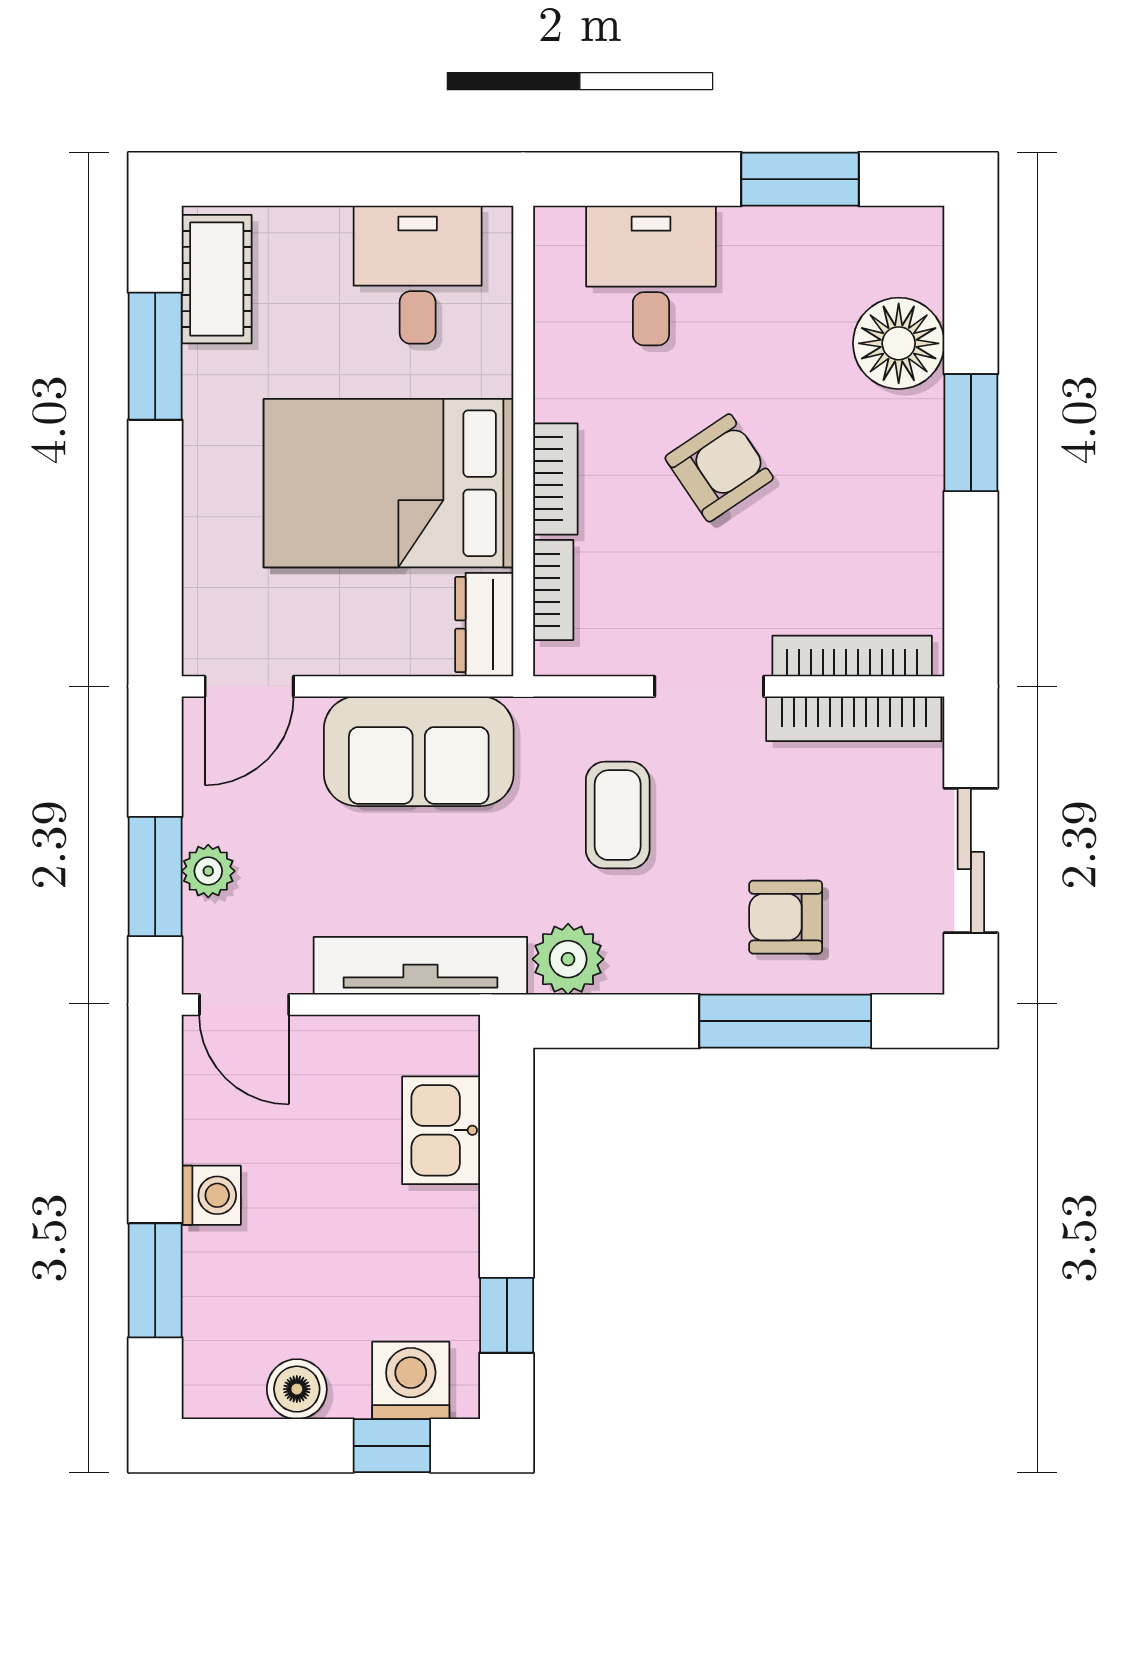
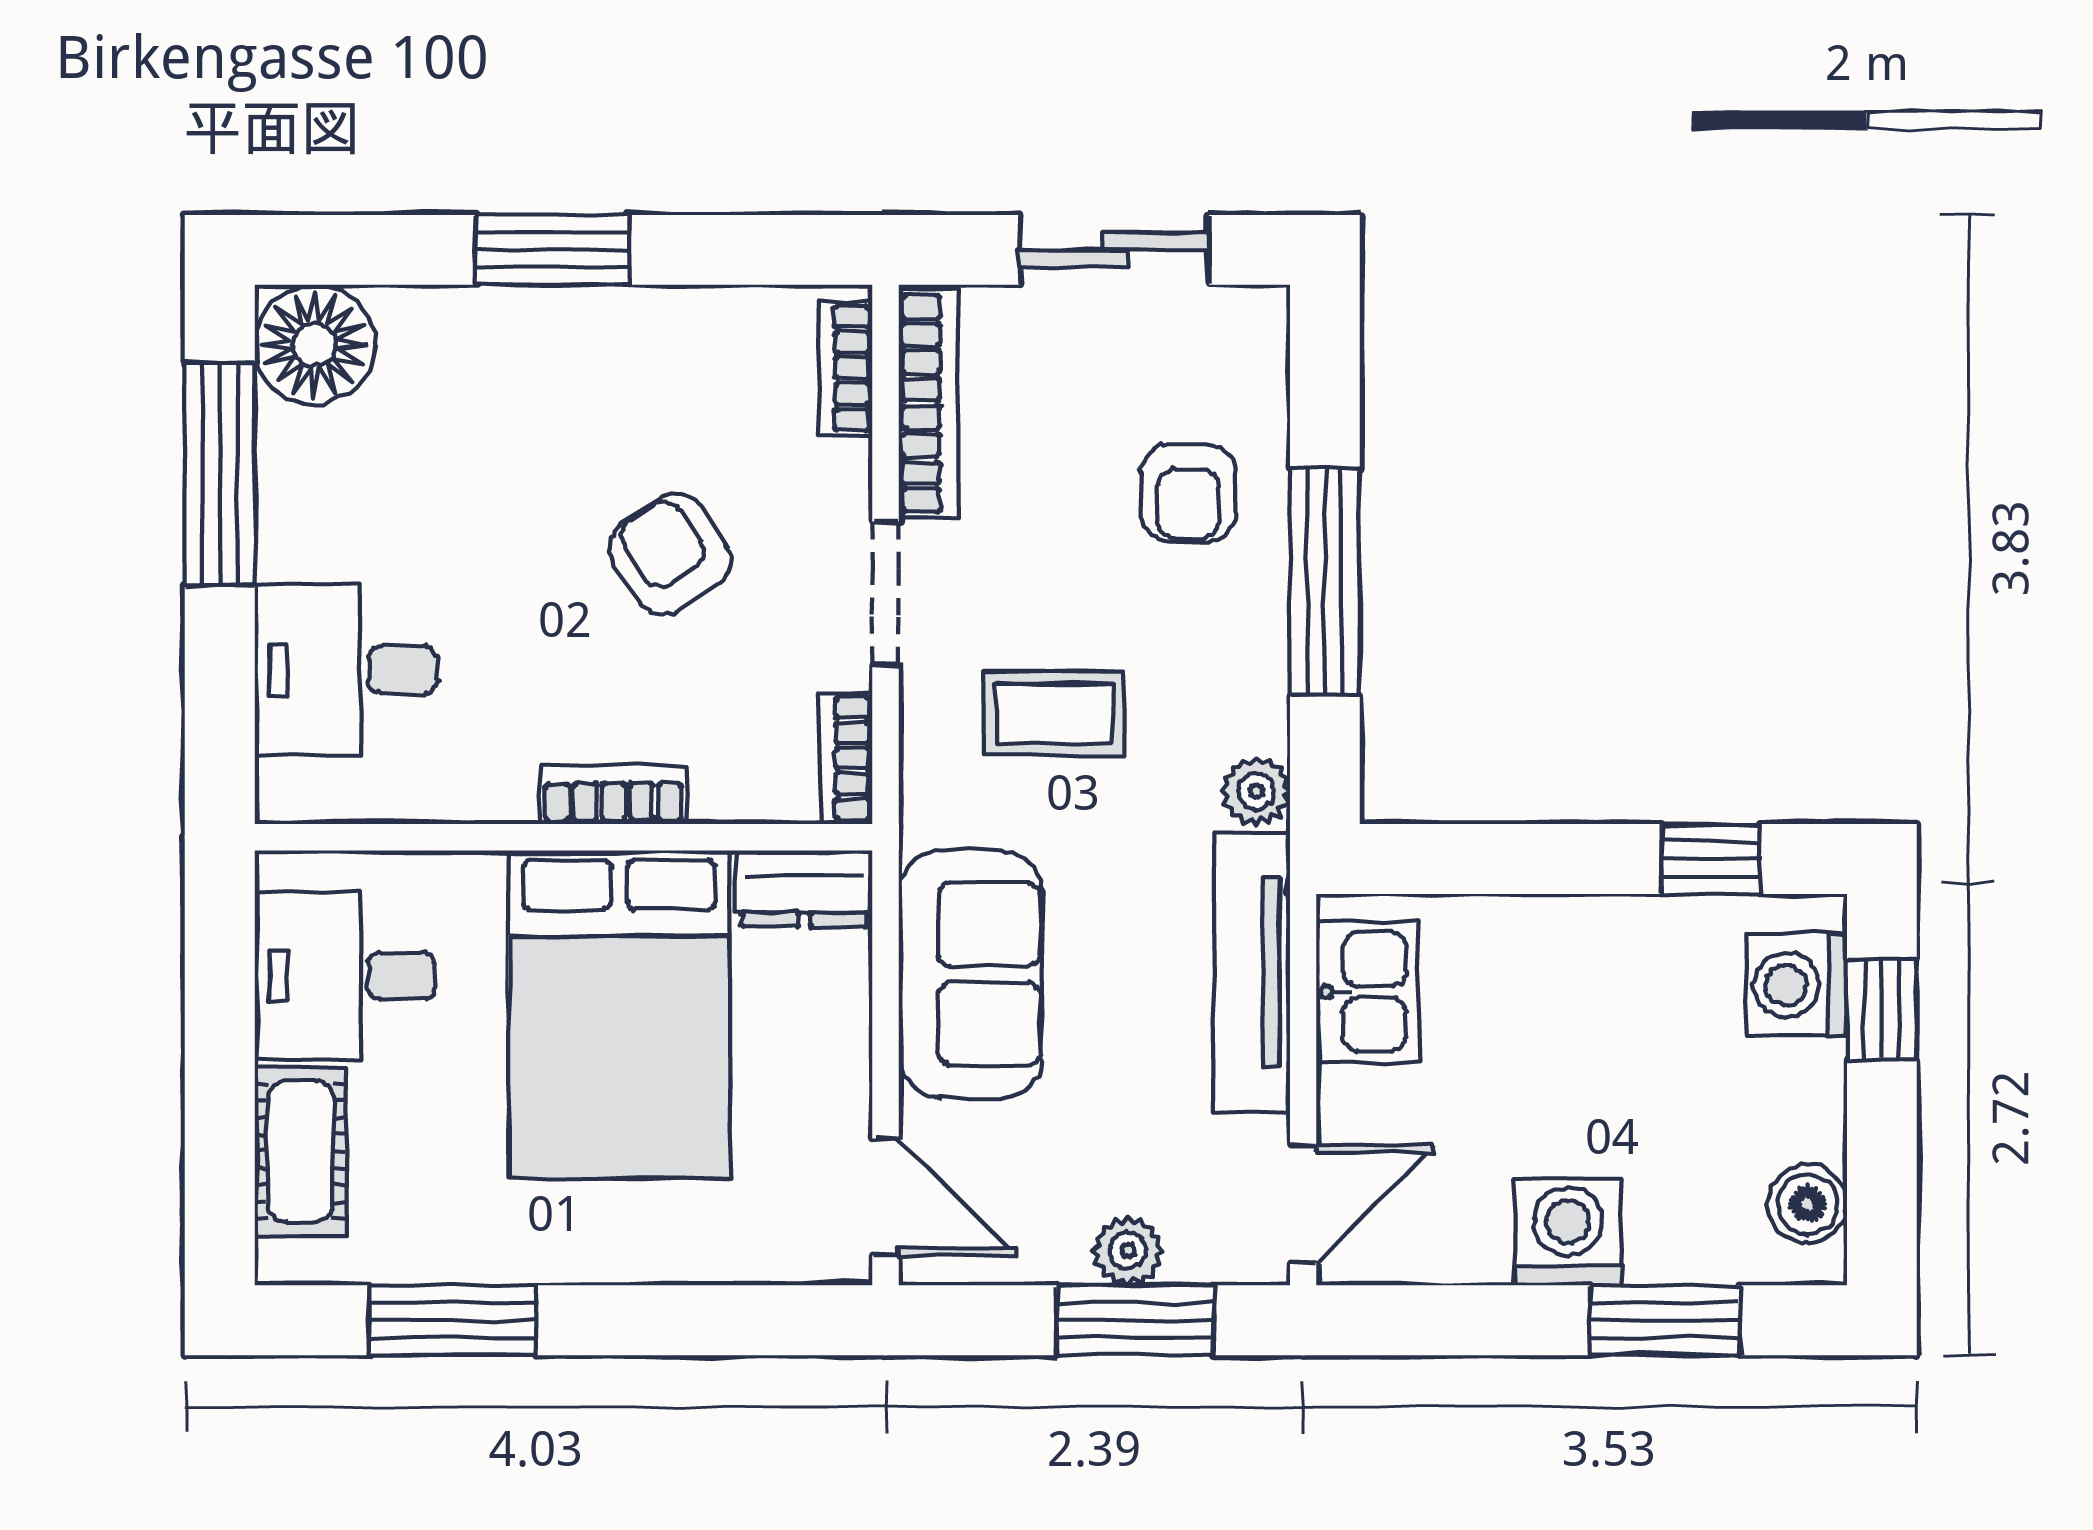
window: (800, 179) -> (220, 474), width x1.44
cot: (217, 279) -> (300, 1151), moved, turned 90
floor lamp: (899, 343) -> (315, 345), moved
armchair: (719, 468) -> (670, 554), moved
bookcase: (553, 590) -> (846, 758), moved, turned -90
bookcase: (852, 656) -> (846, 368), width x0.64
plant: (568, 959) -> (1256, 791), width x0.73, depth x0.73
window: (785, 1021) -> (1325, 581), moved
kitchen sink: (441, 1130) -> (1367, 992), moved, turned -90
washing machine: (211, 1195) -> (1568, 1232), width x1.38, depth x1.38
boiler: (297, 1389) -> (1808, 1204), moved

